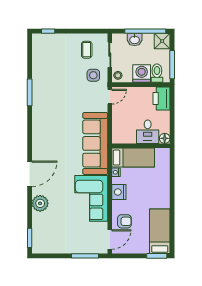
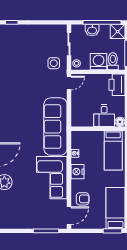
coffee table: (87, 50) -> (48, 40), removed
bed: (133, 158) -> (113, 150), moved, turned 90

